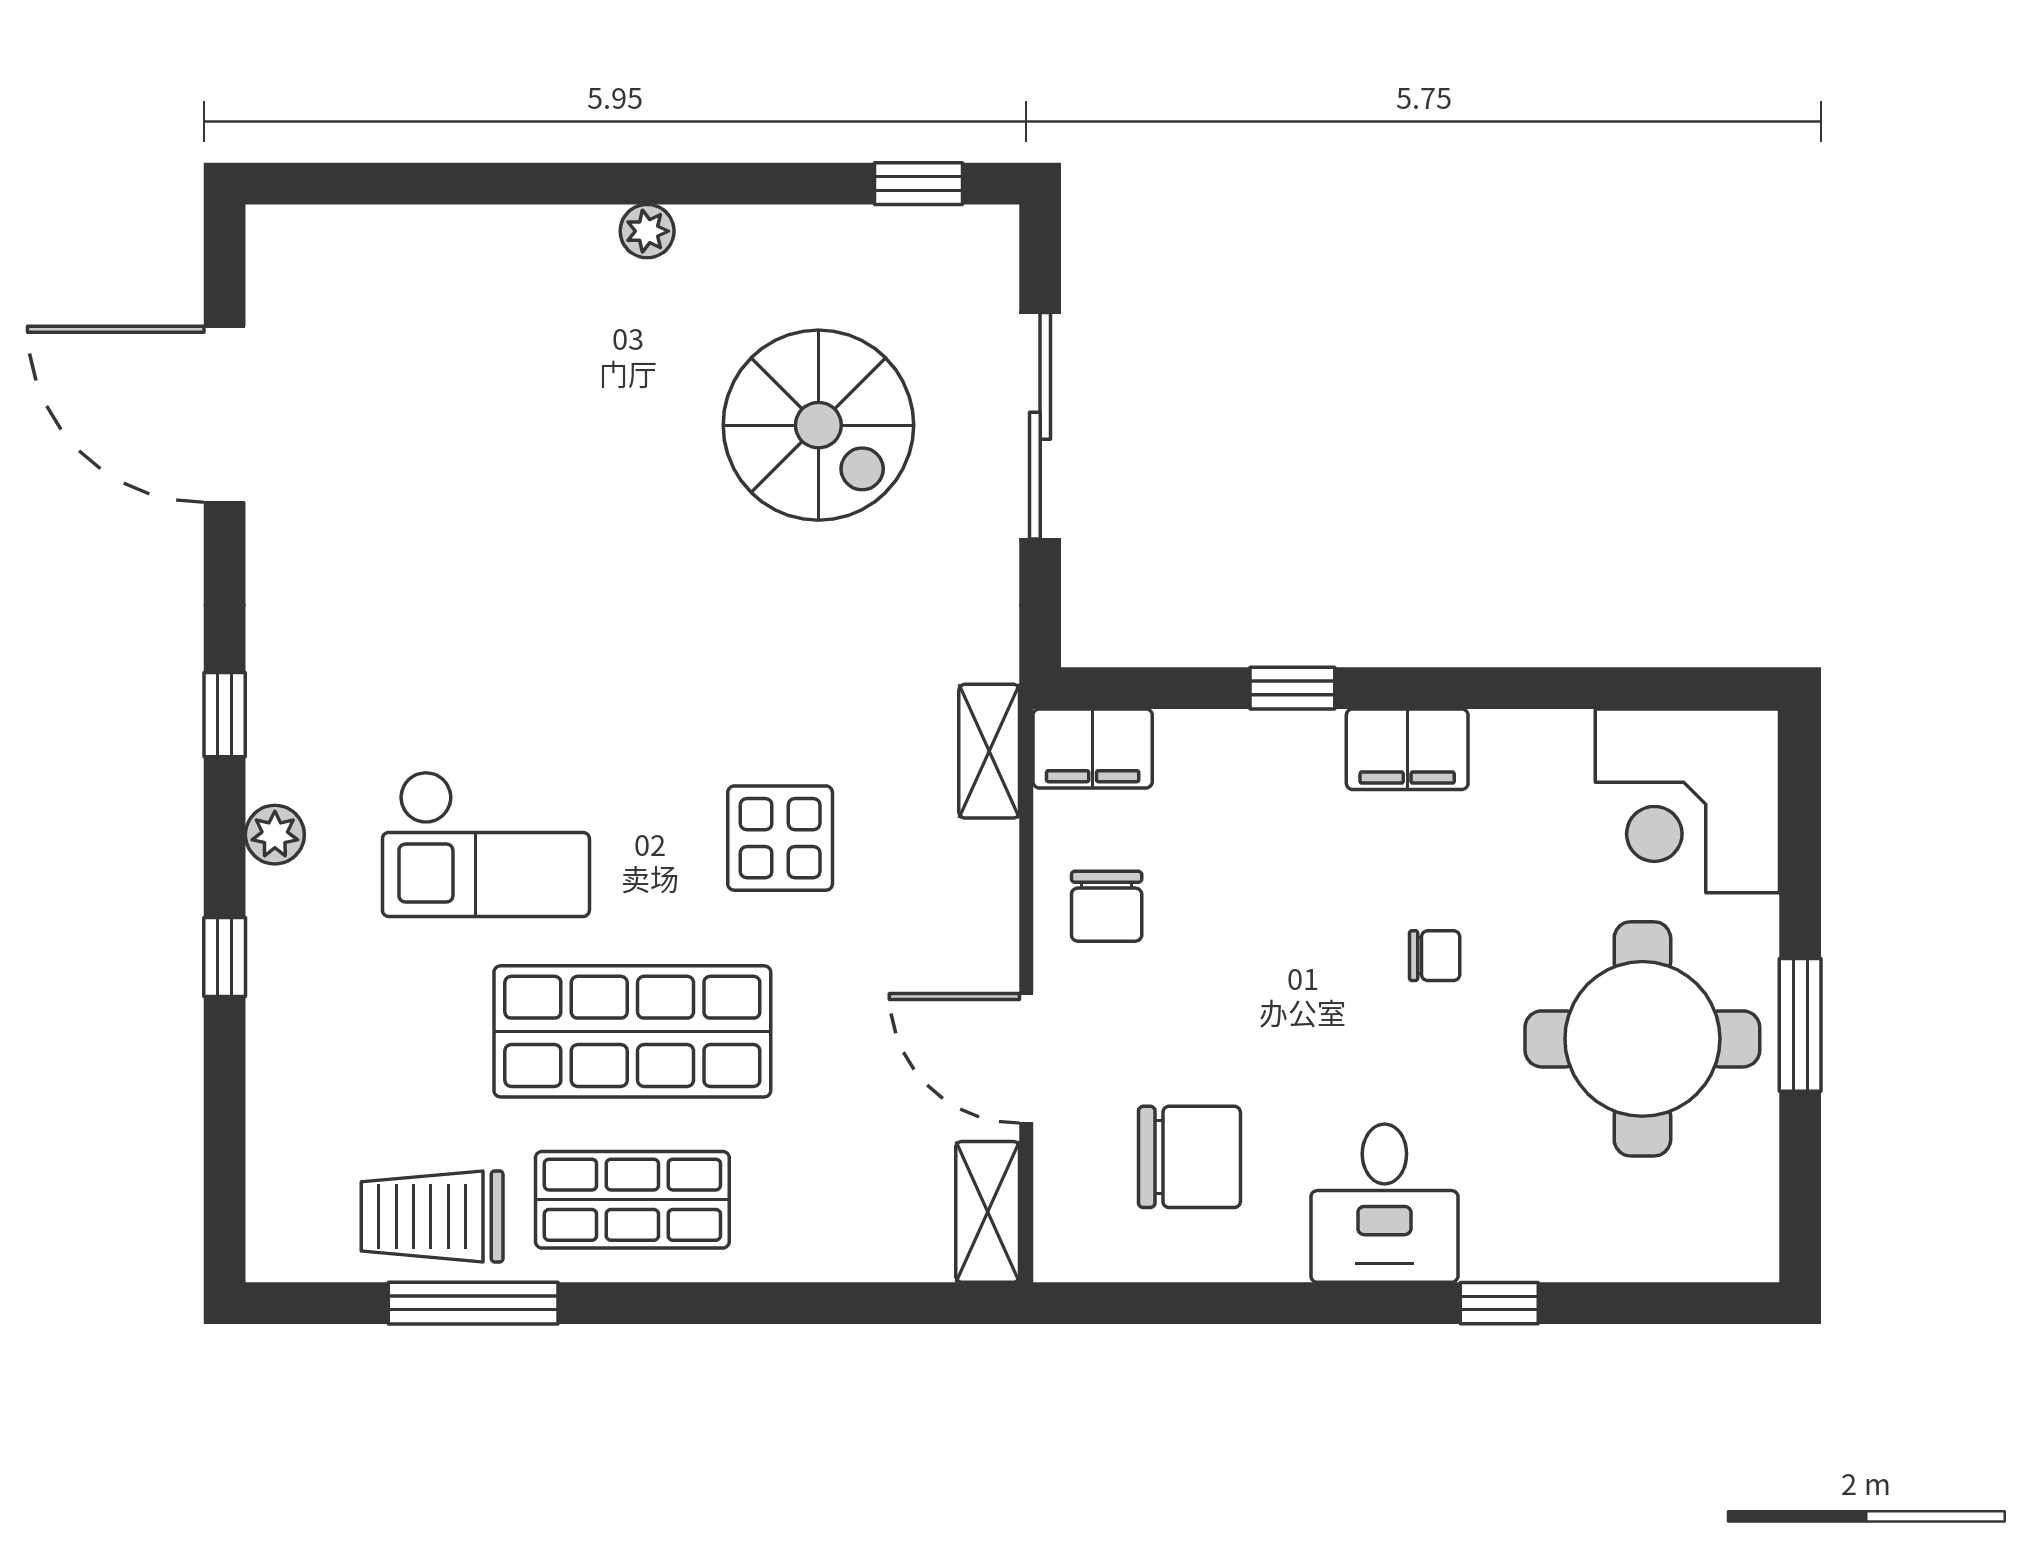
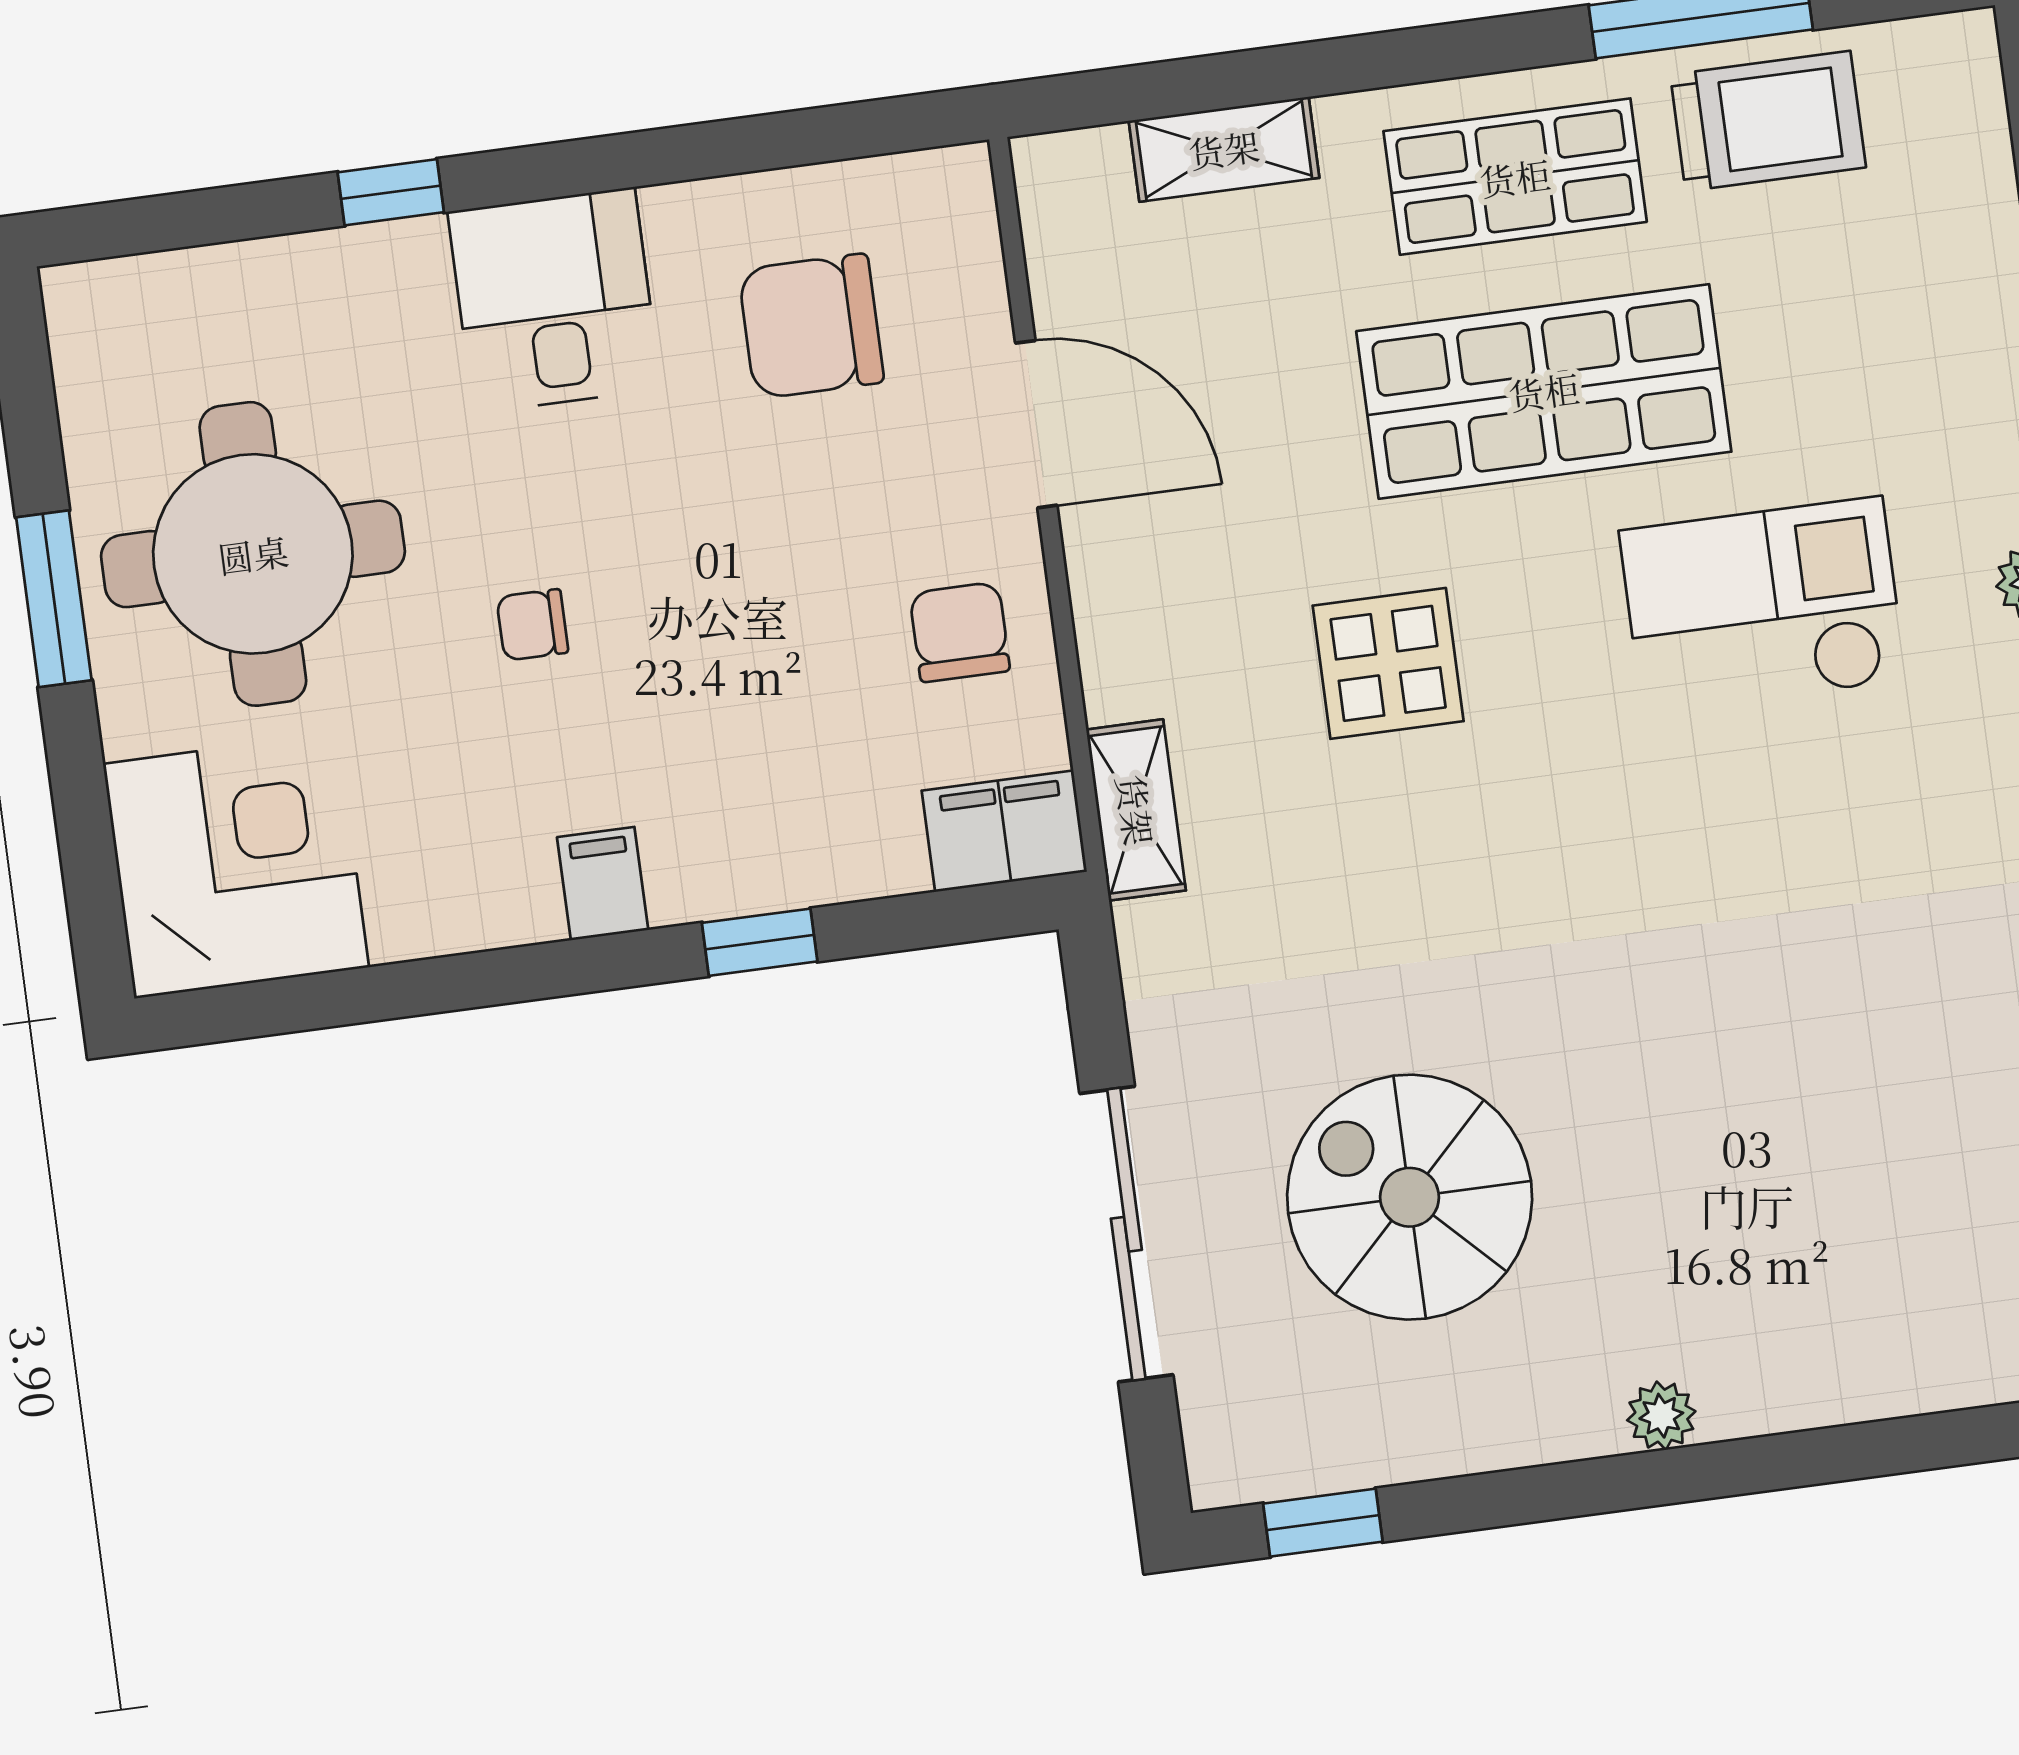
filing cabinet: (1407, 749) -> (603, 884), width x0.50
shelving: (988, 1212) -> (1224, 149), moved, turned 90

